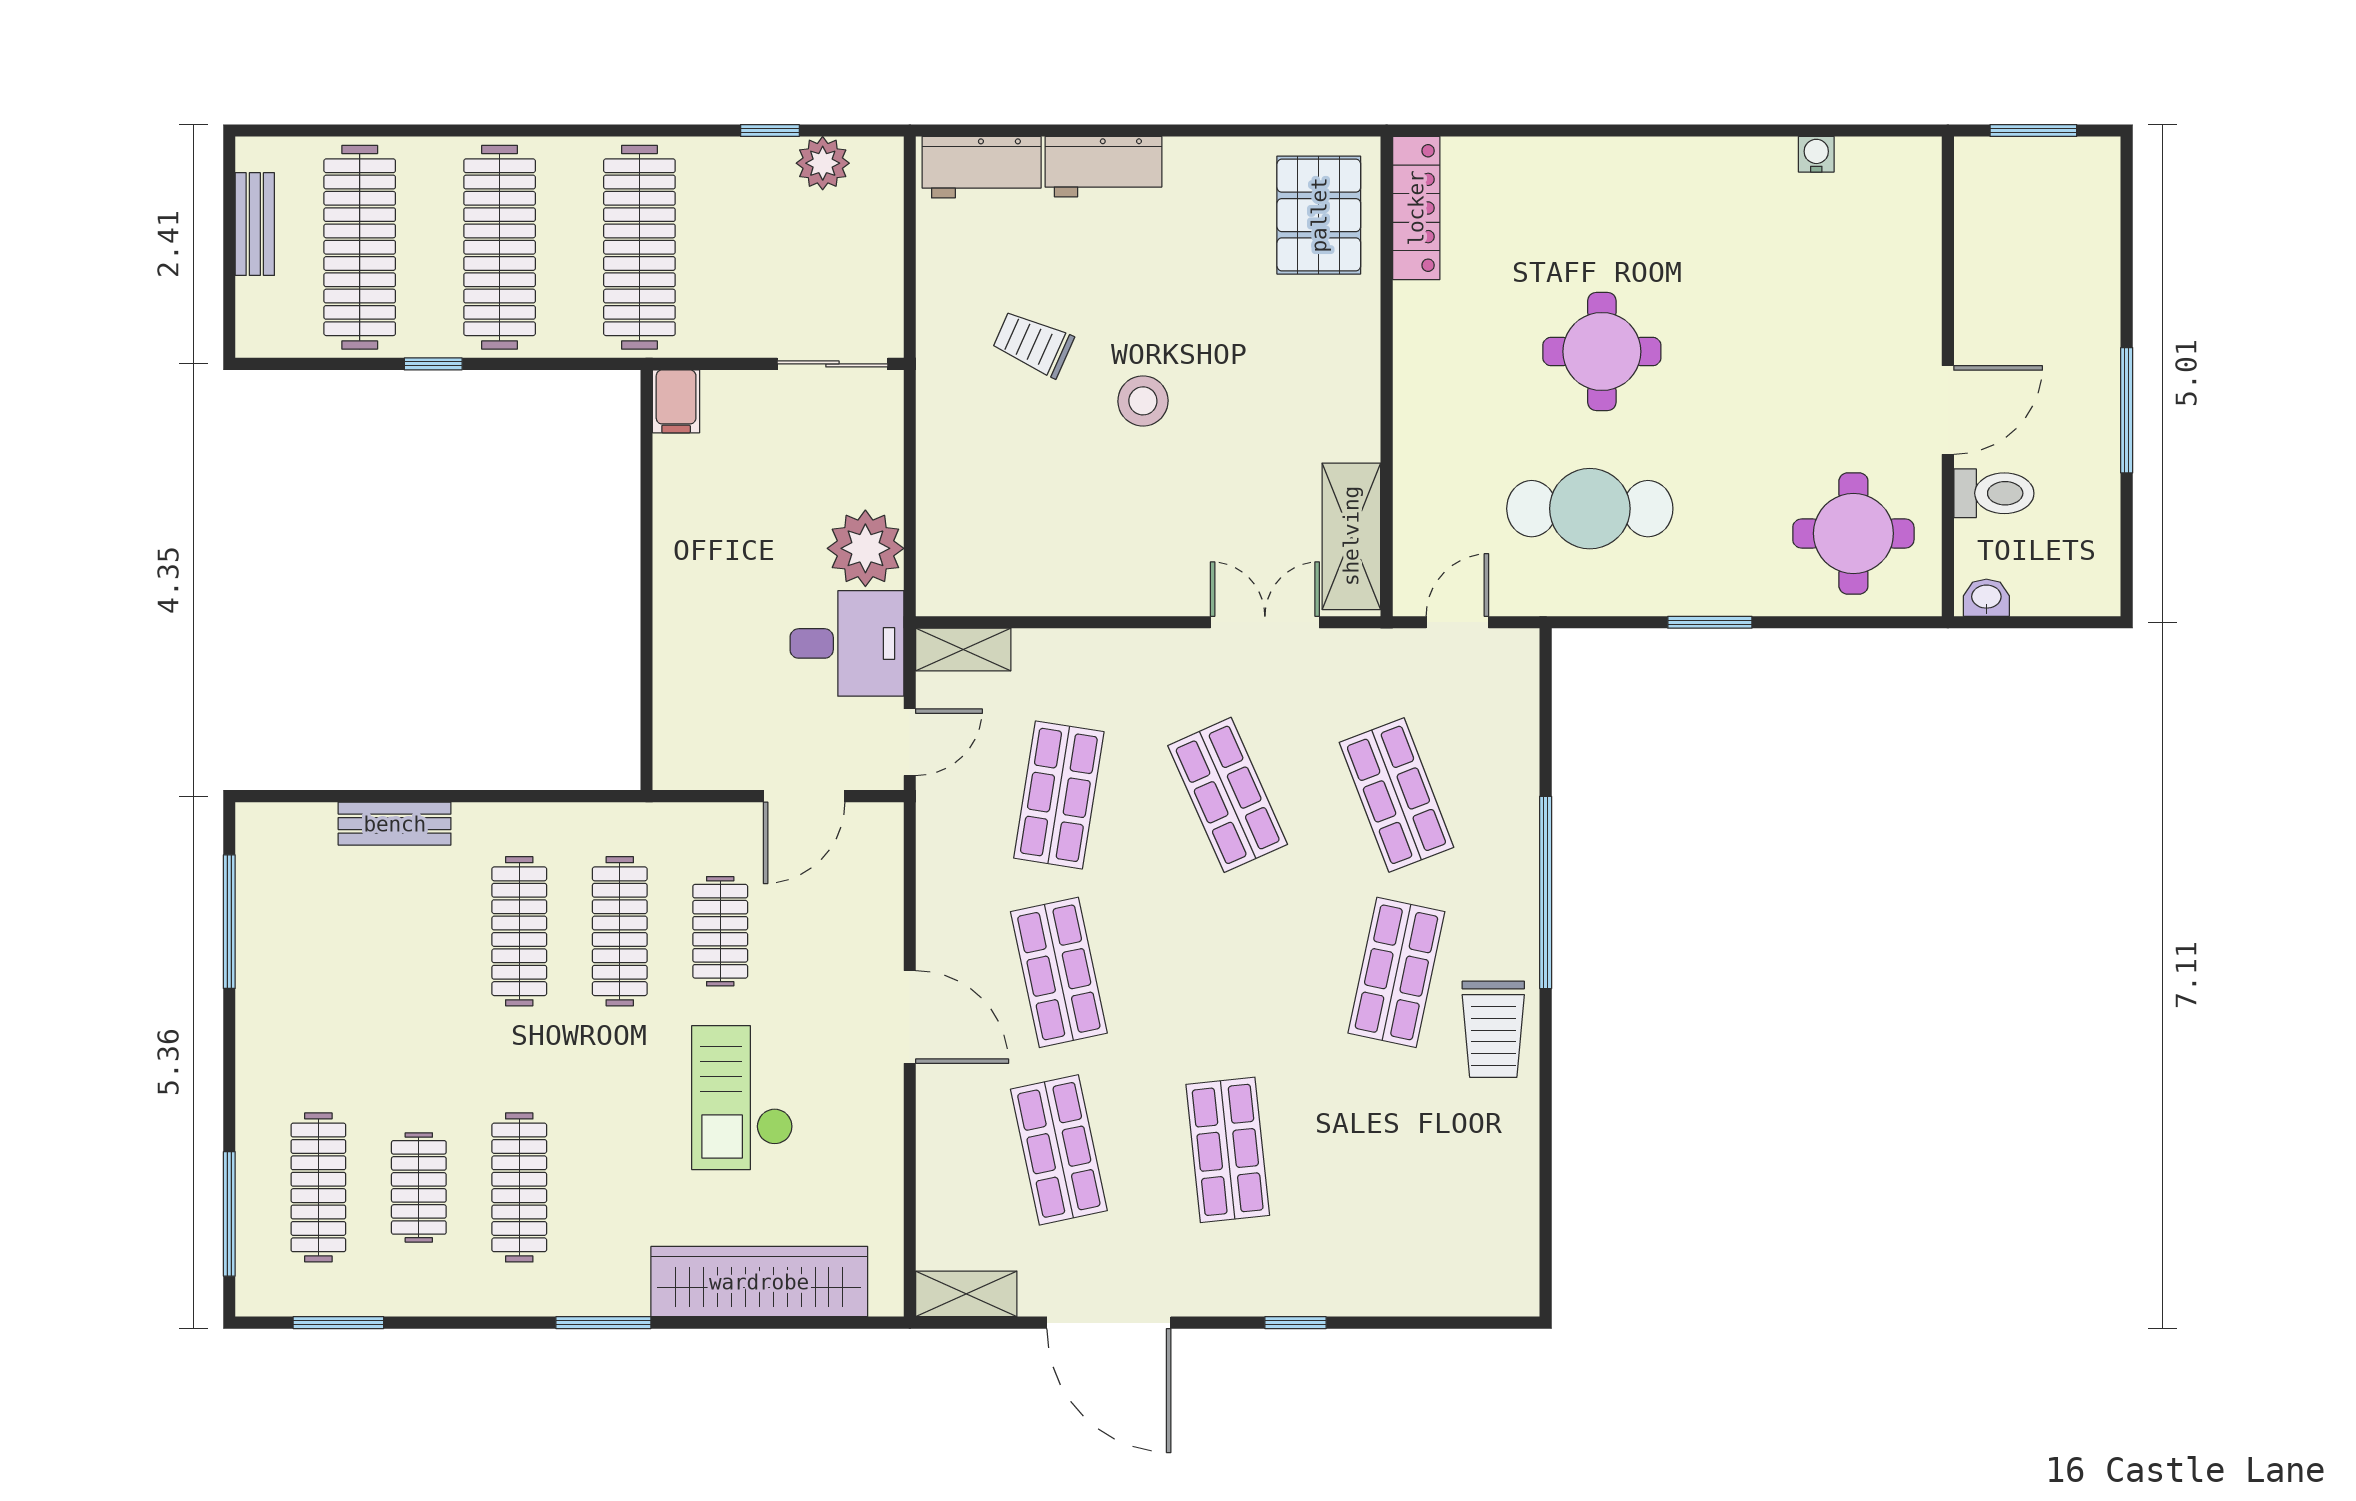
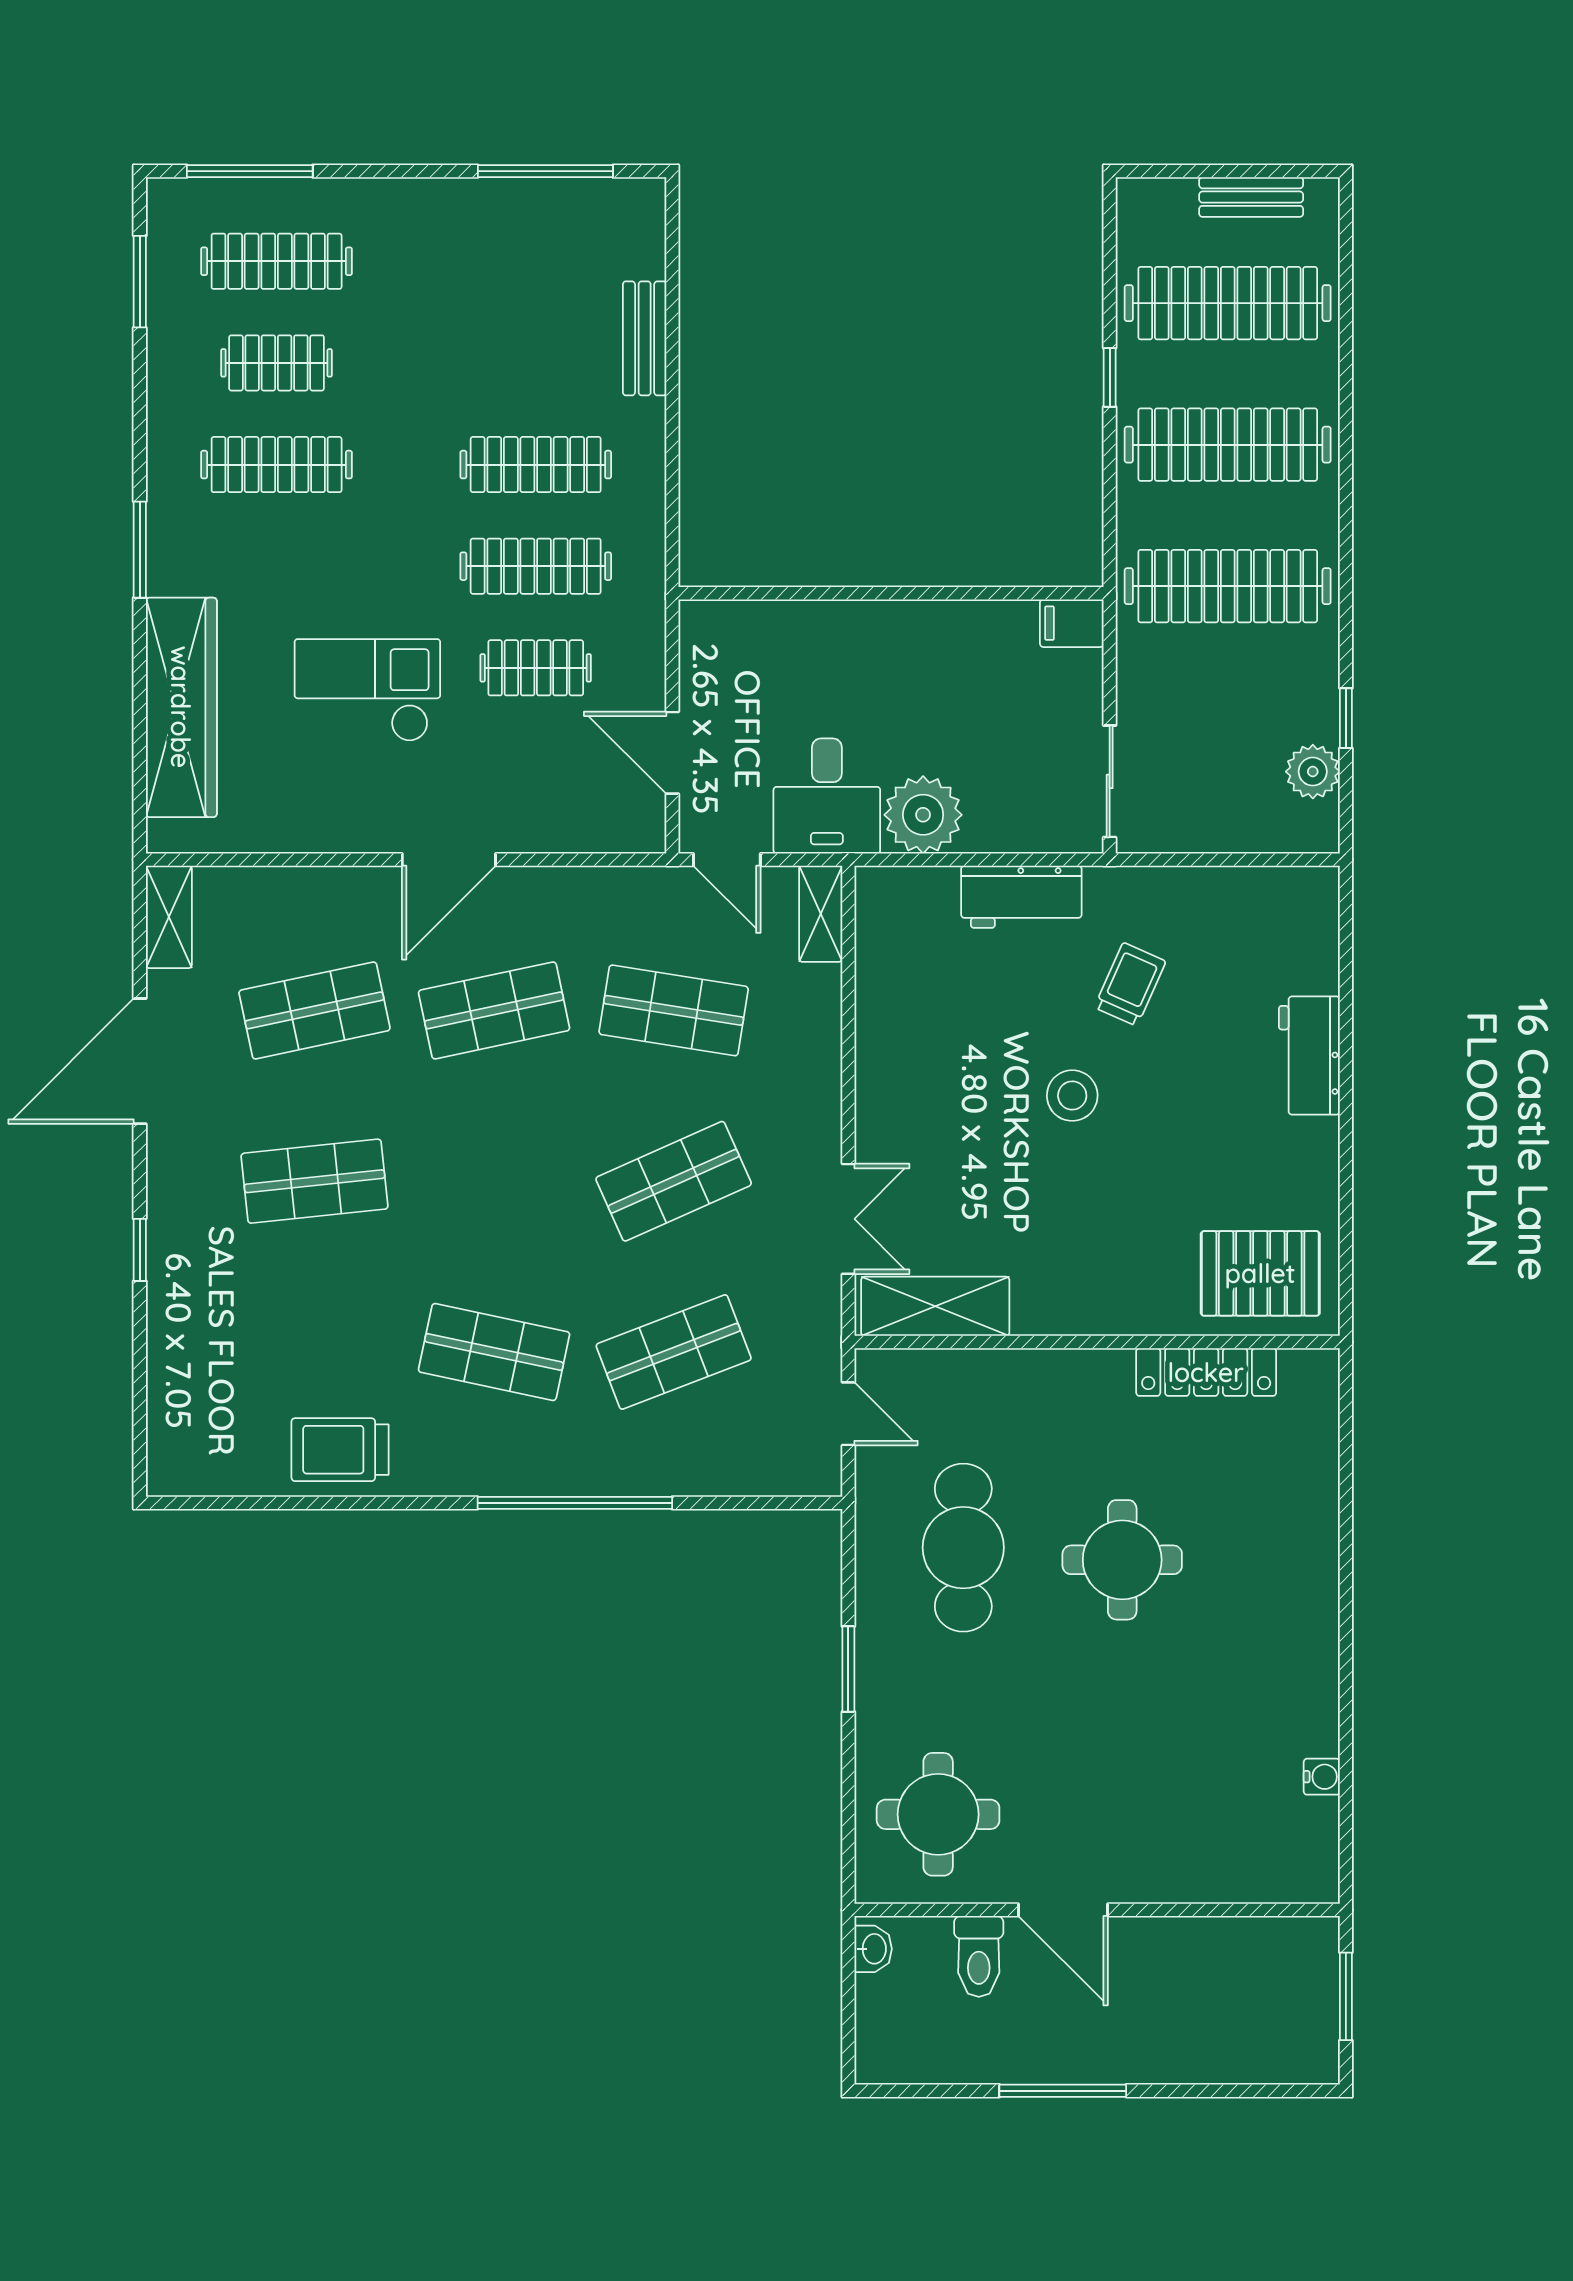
workbench: (982, 167) -> (1021, 897), moved, turned -90
locker: (1416, 208) -> (1206, 1372), moved
trolley: (1493, 1029) -> (340, 1450), moved

